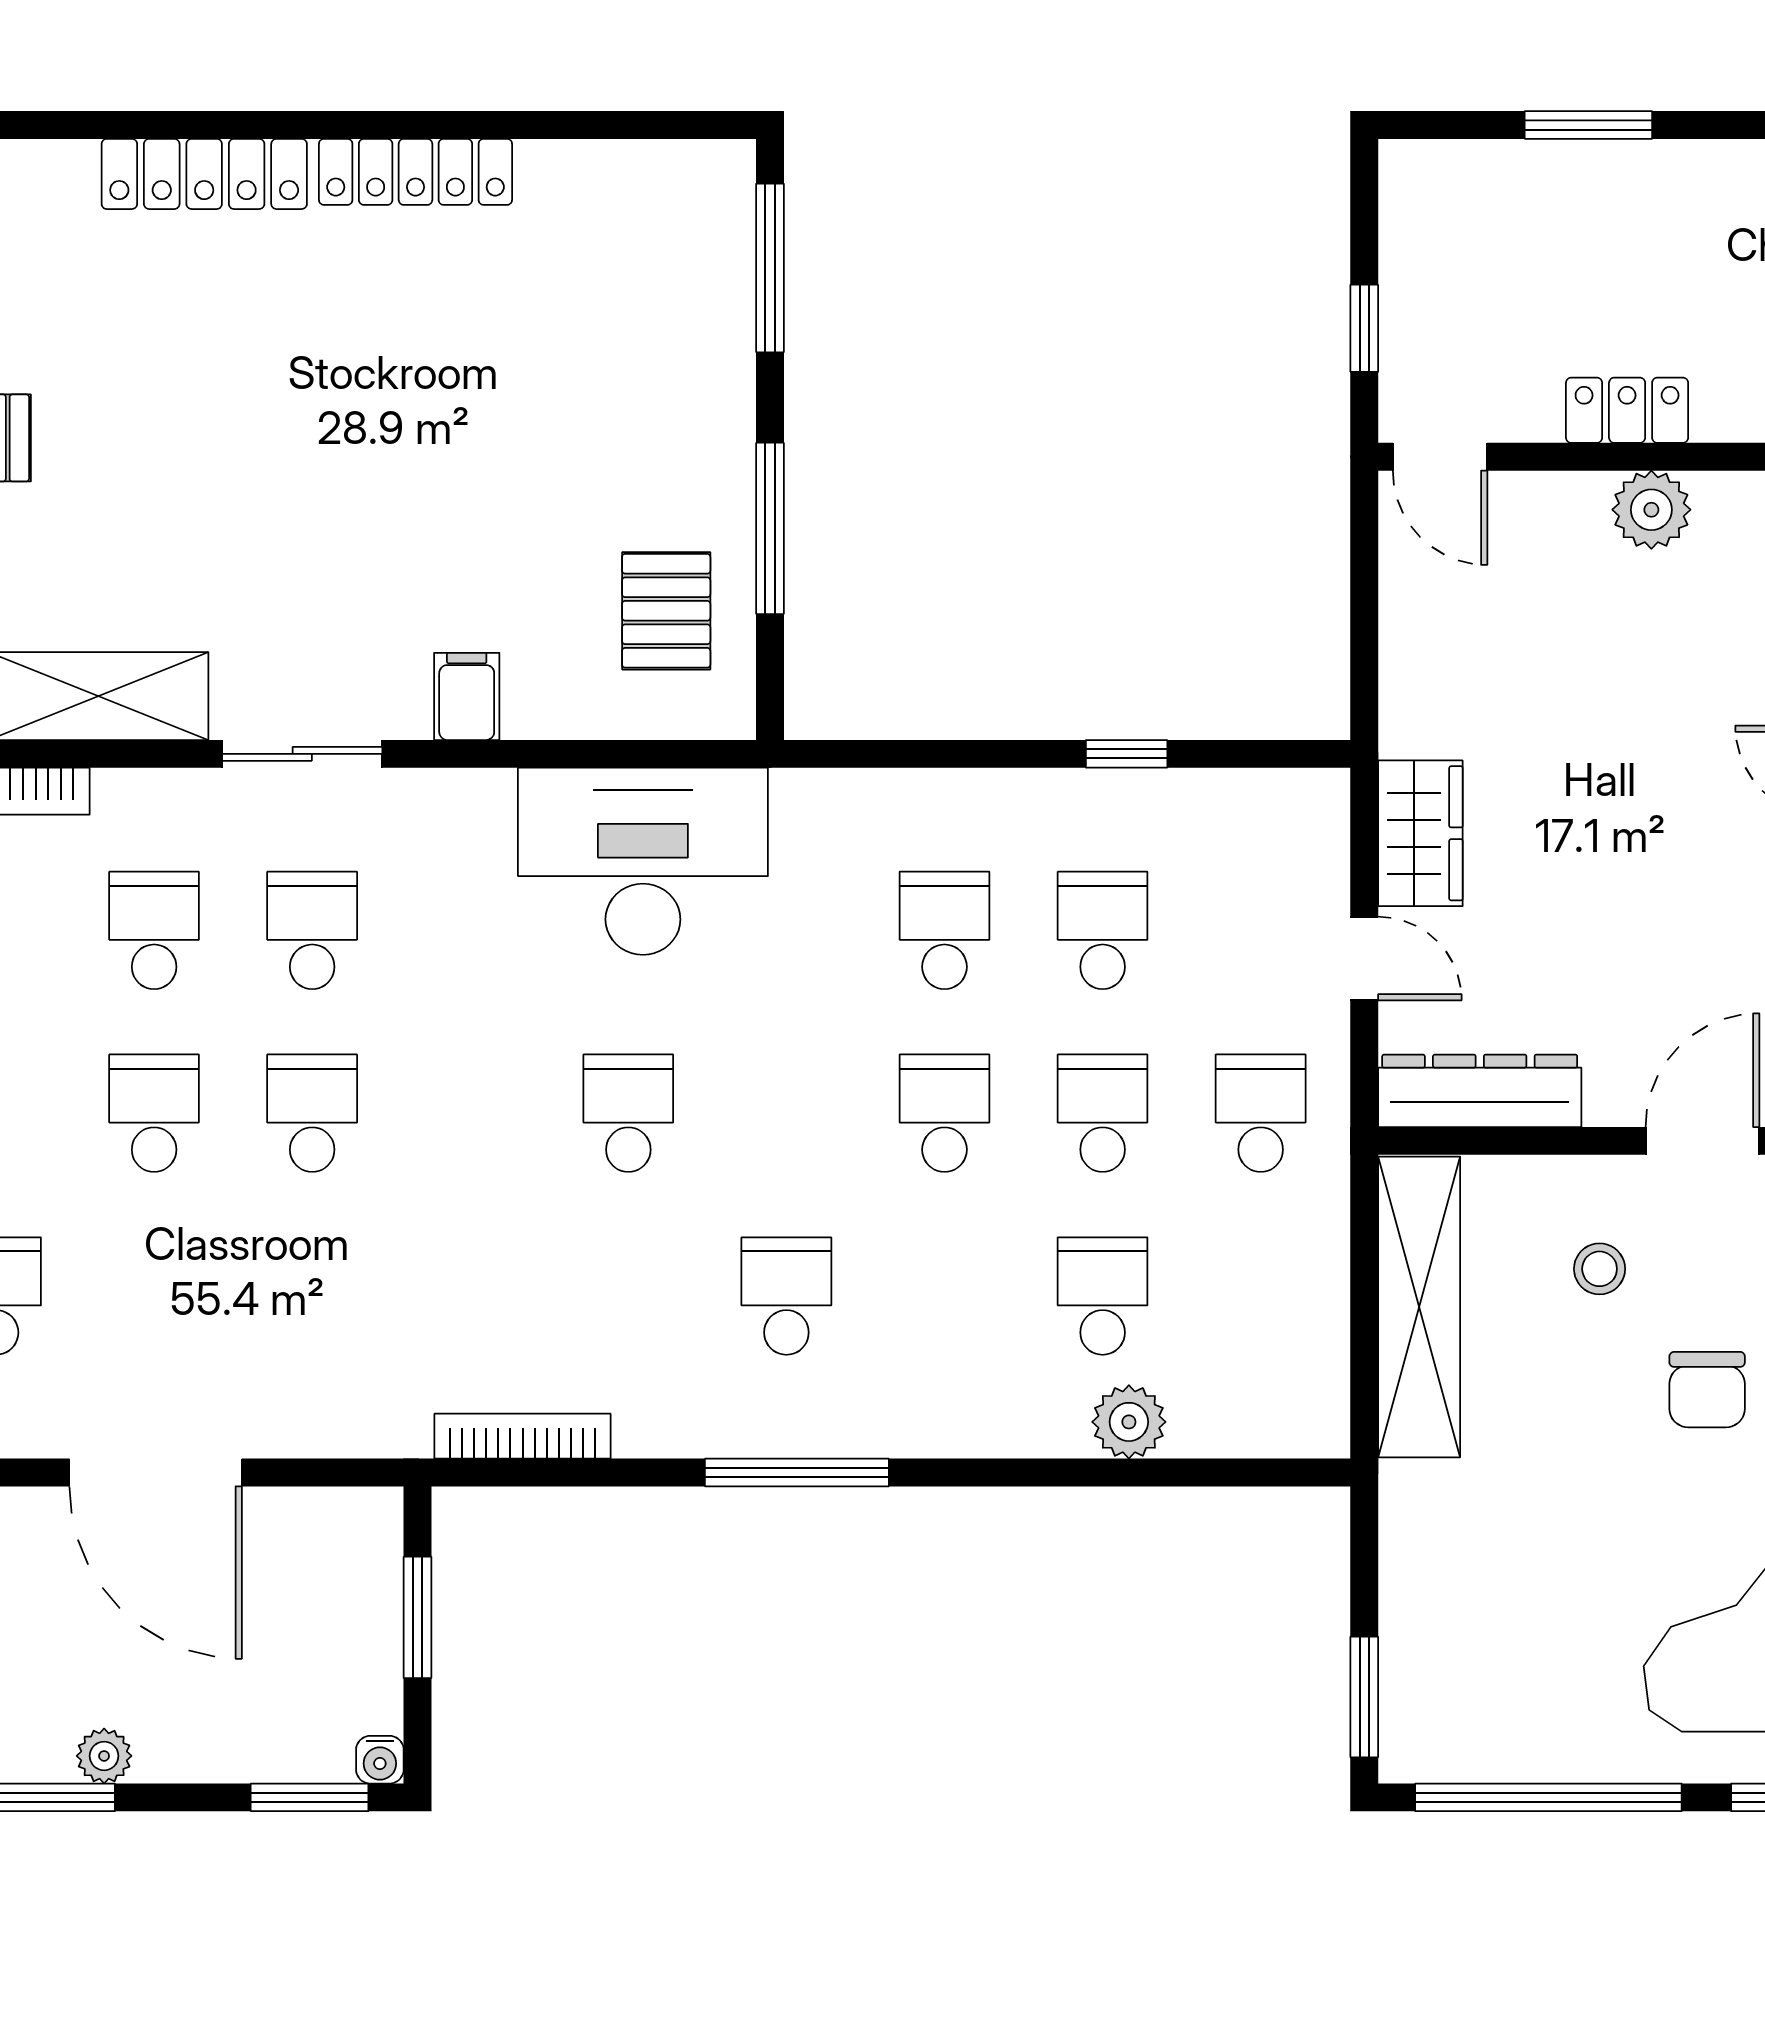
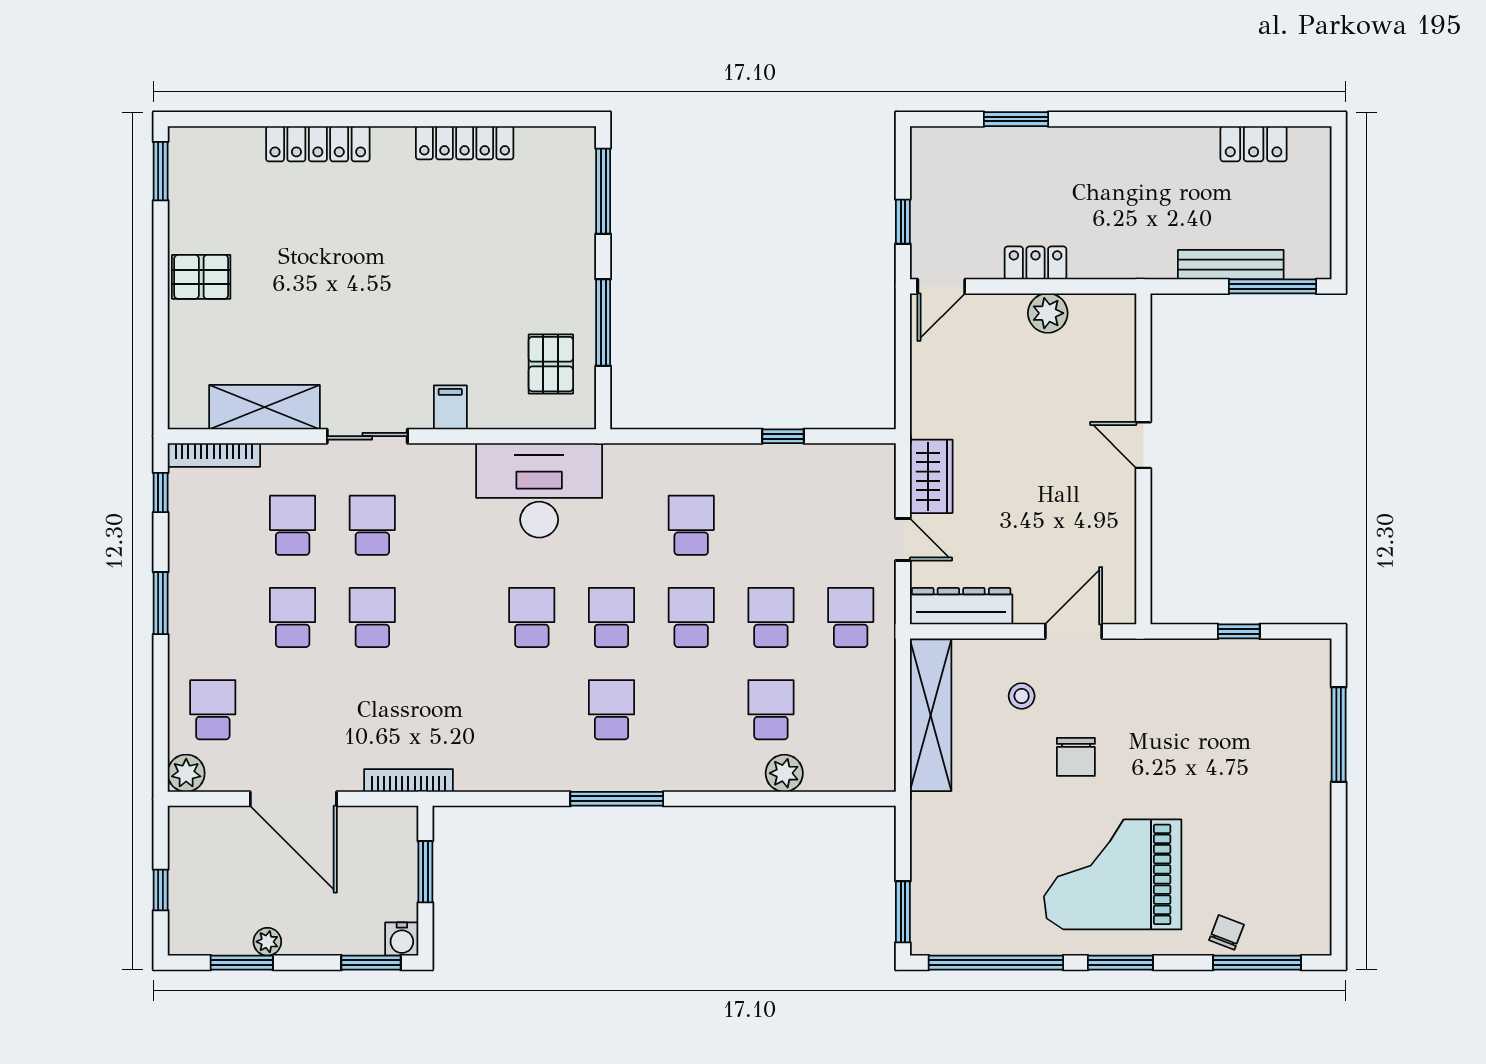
locker: (416, 172) -> (465, 143), moved
door: (1440, 457) -> (941, 286), hinge flipped
school desk: (1103, 930) -> (612, 617), moved
bookcase: (523, 1436) -> (408, 780), moved
water cooler: (380, 1760) -> (402, 939), width x1.38, depth x1.38

